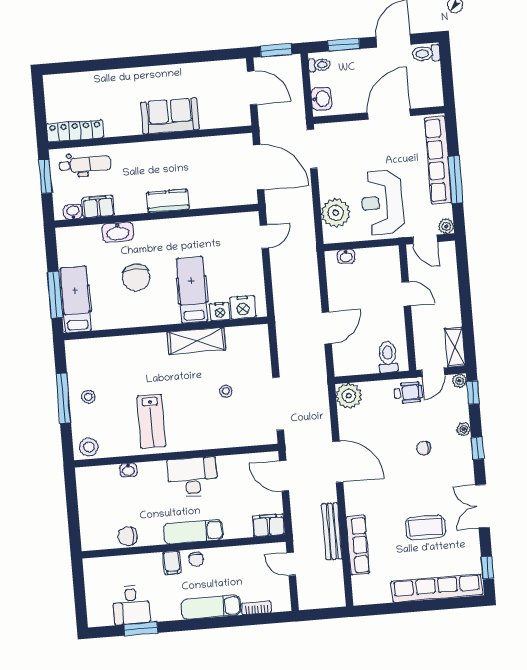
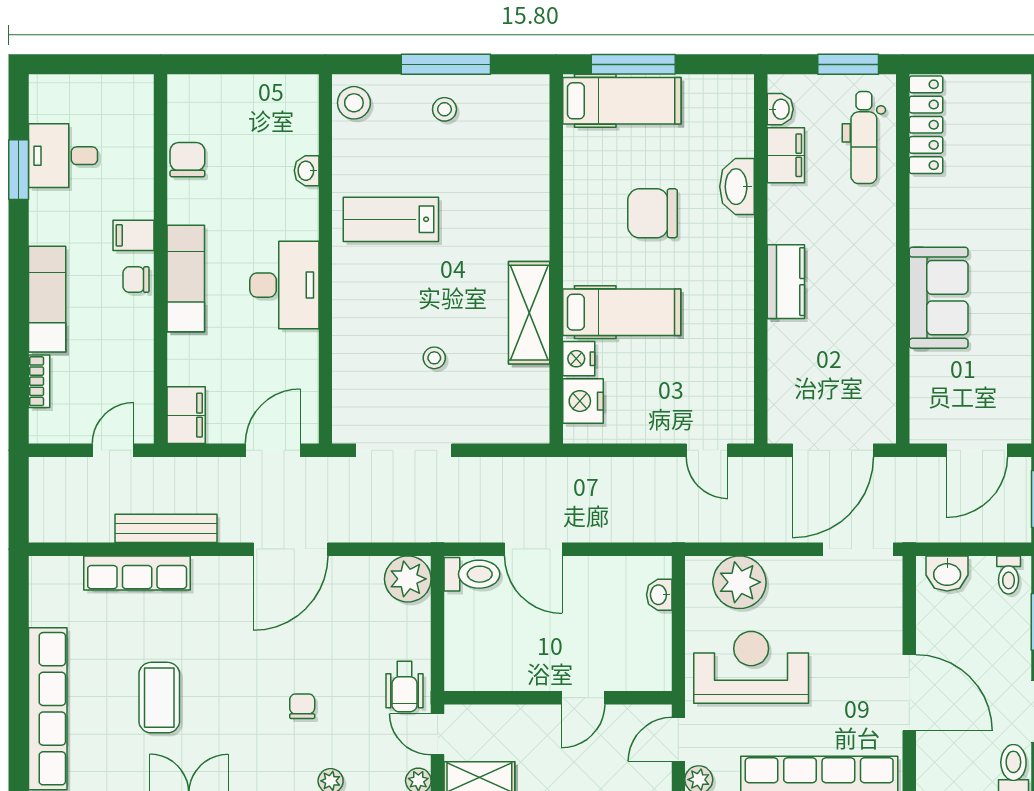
toilet: (388, 357) -> (472, 574), moved

